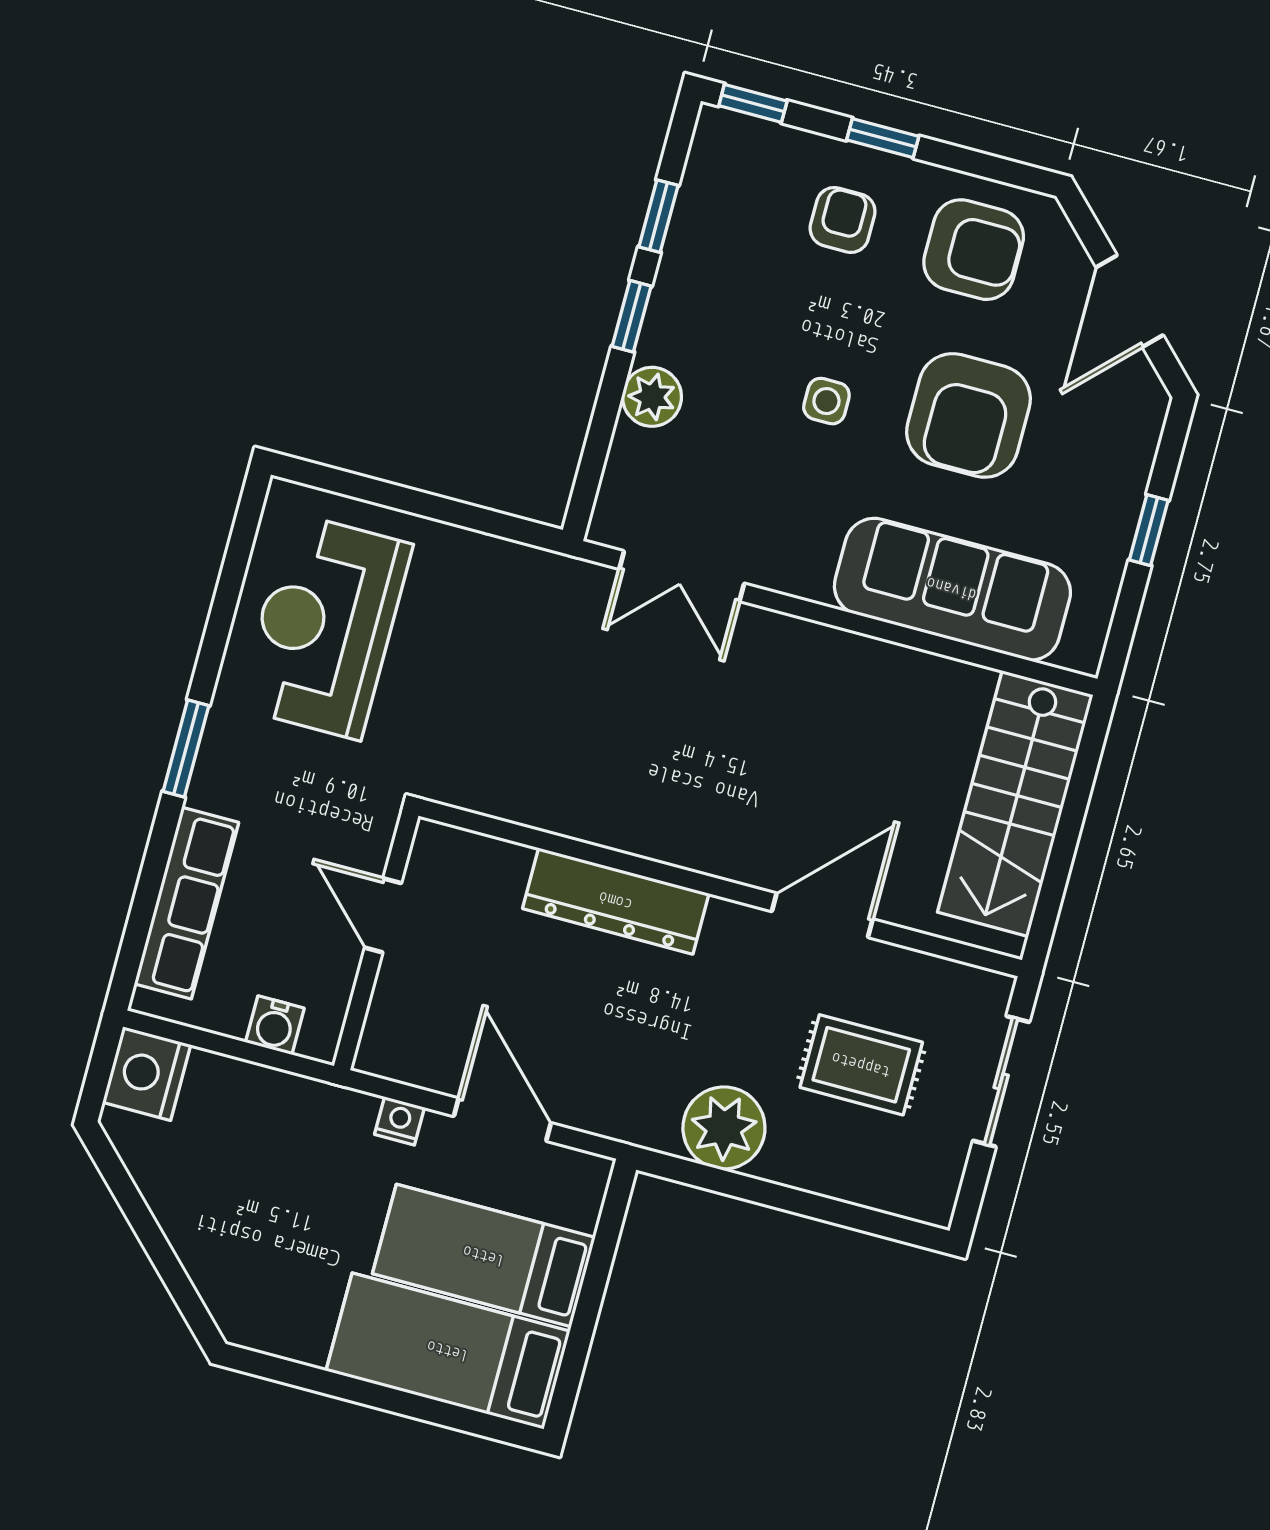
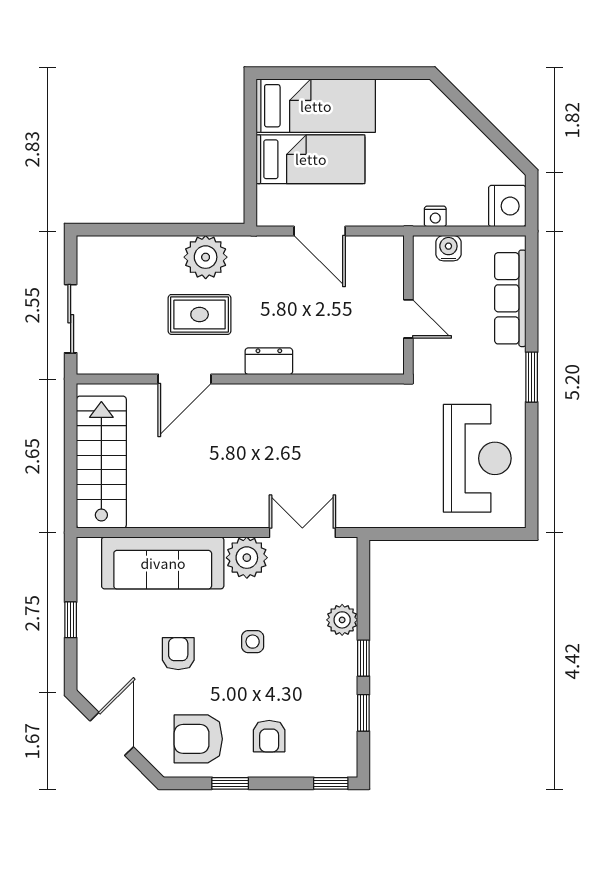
window: (883, 138) -> (230, 783), moved
armchair: (969, 415) -> (178, 654), width x0.53, depth x0.53
plant: (796, 558) -> (247, 558), added
dresser: (616, 901) -> (269, 361), width x0.51, depth x0.80
rug: (861, 1065) -> (200, 314), moved
nightstand: (399, 1121) -> (435, 216), moved

